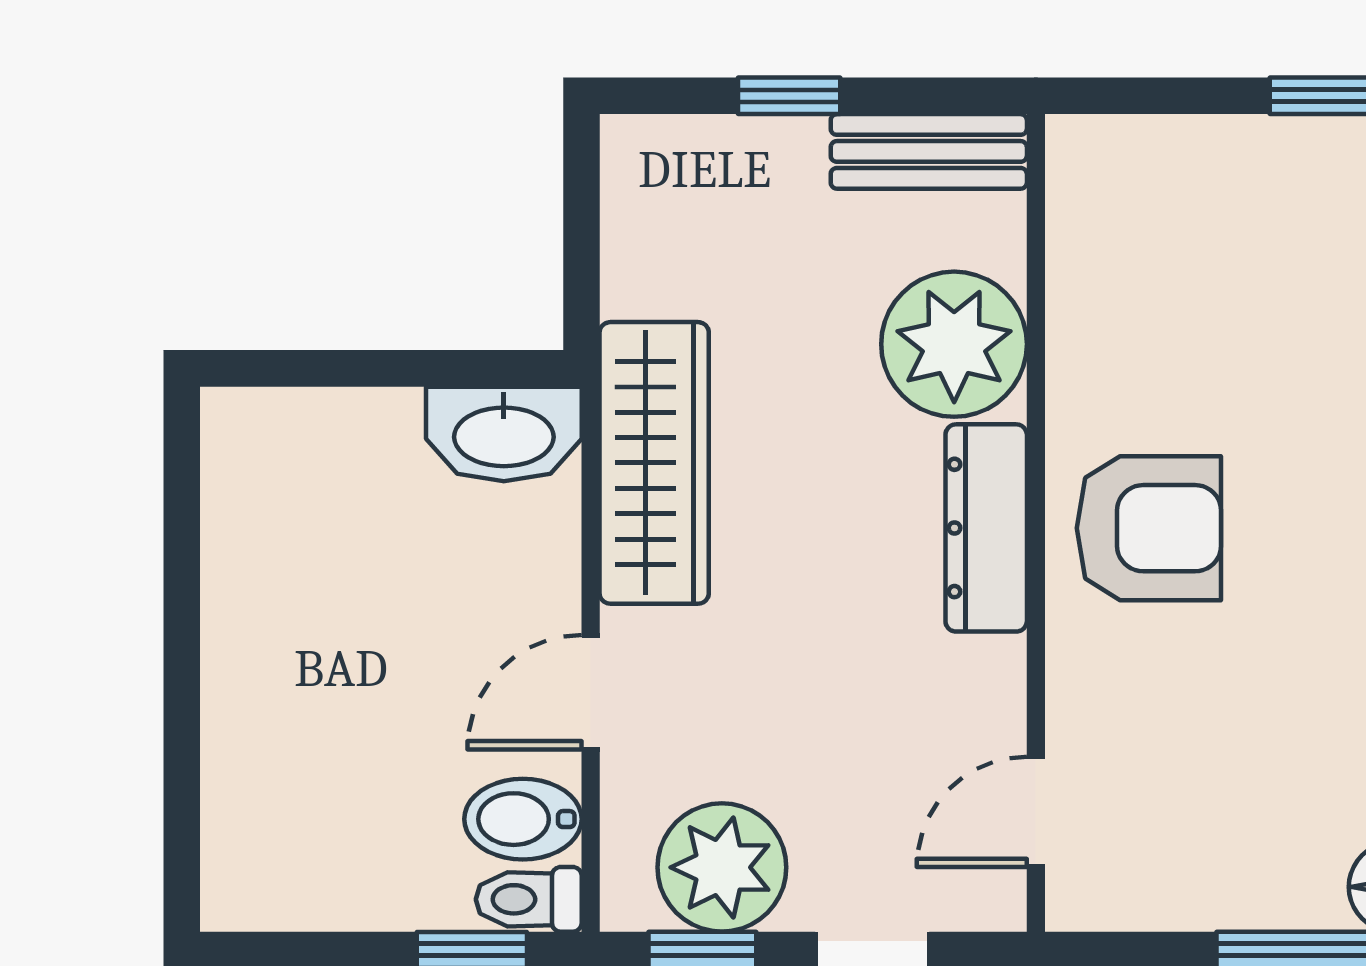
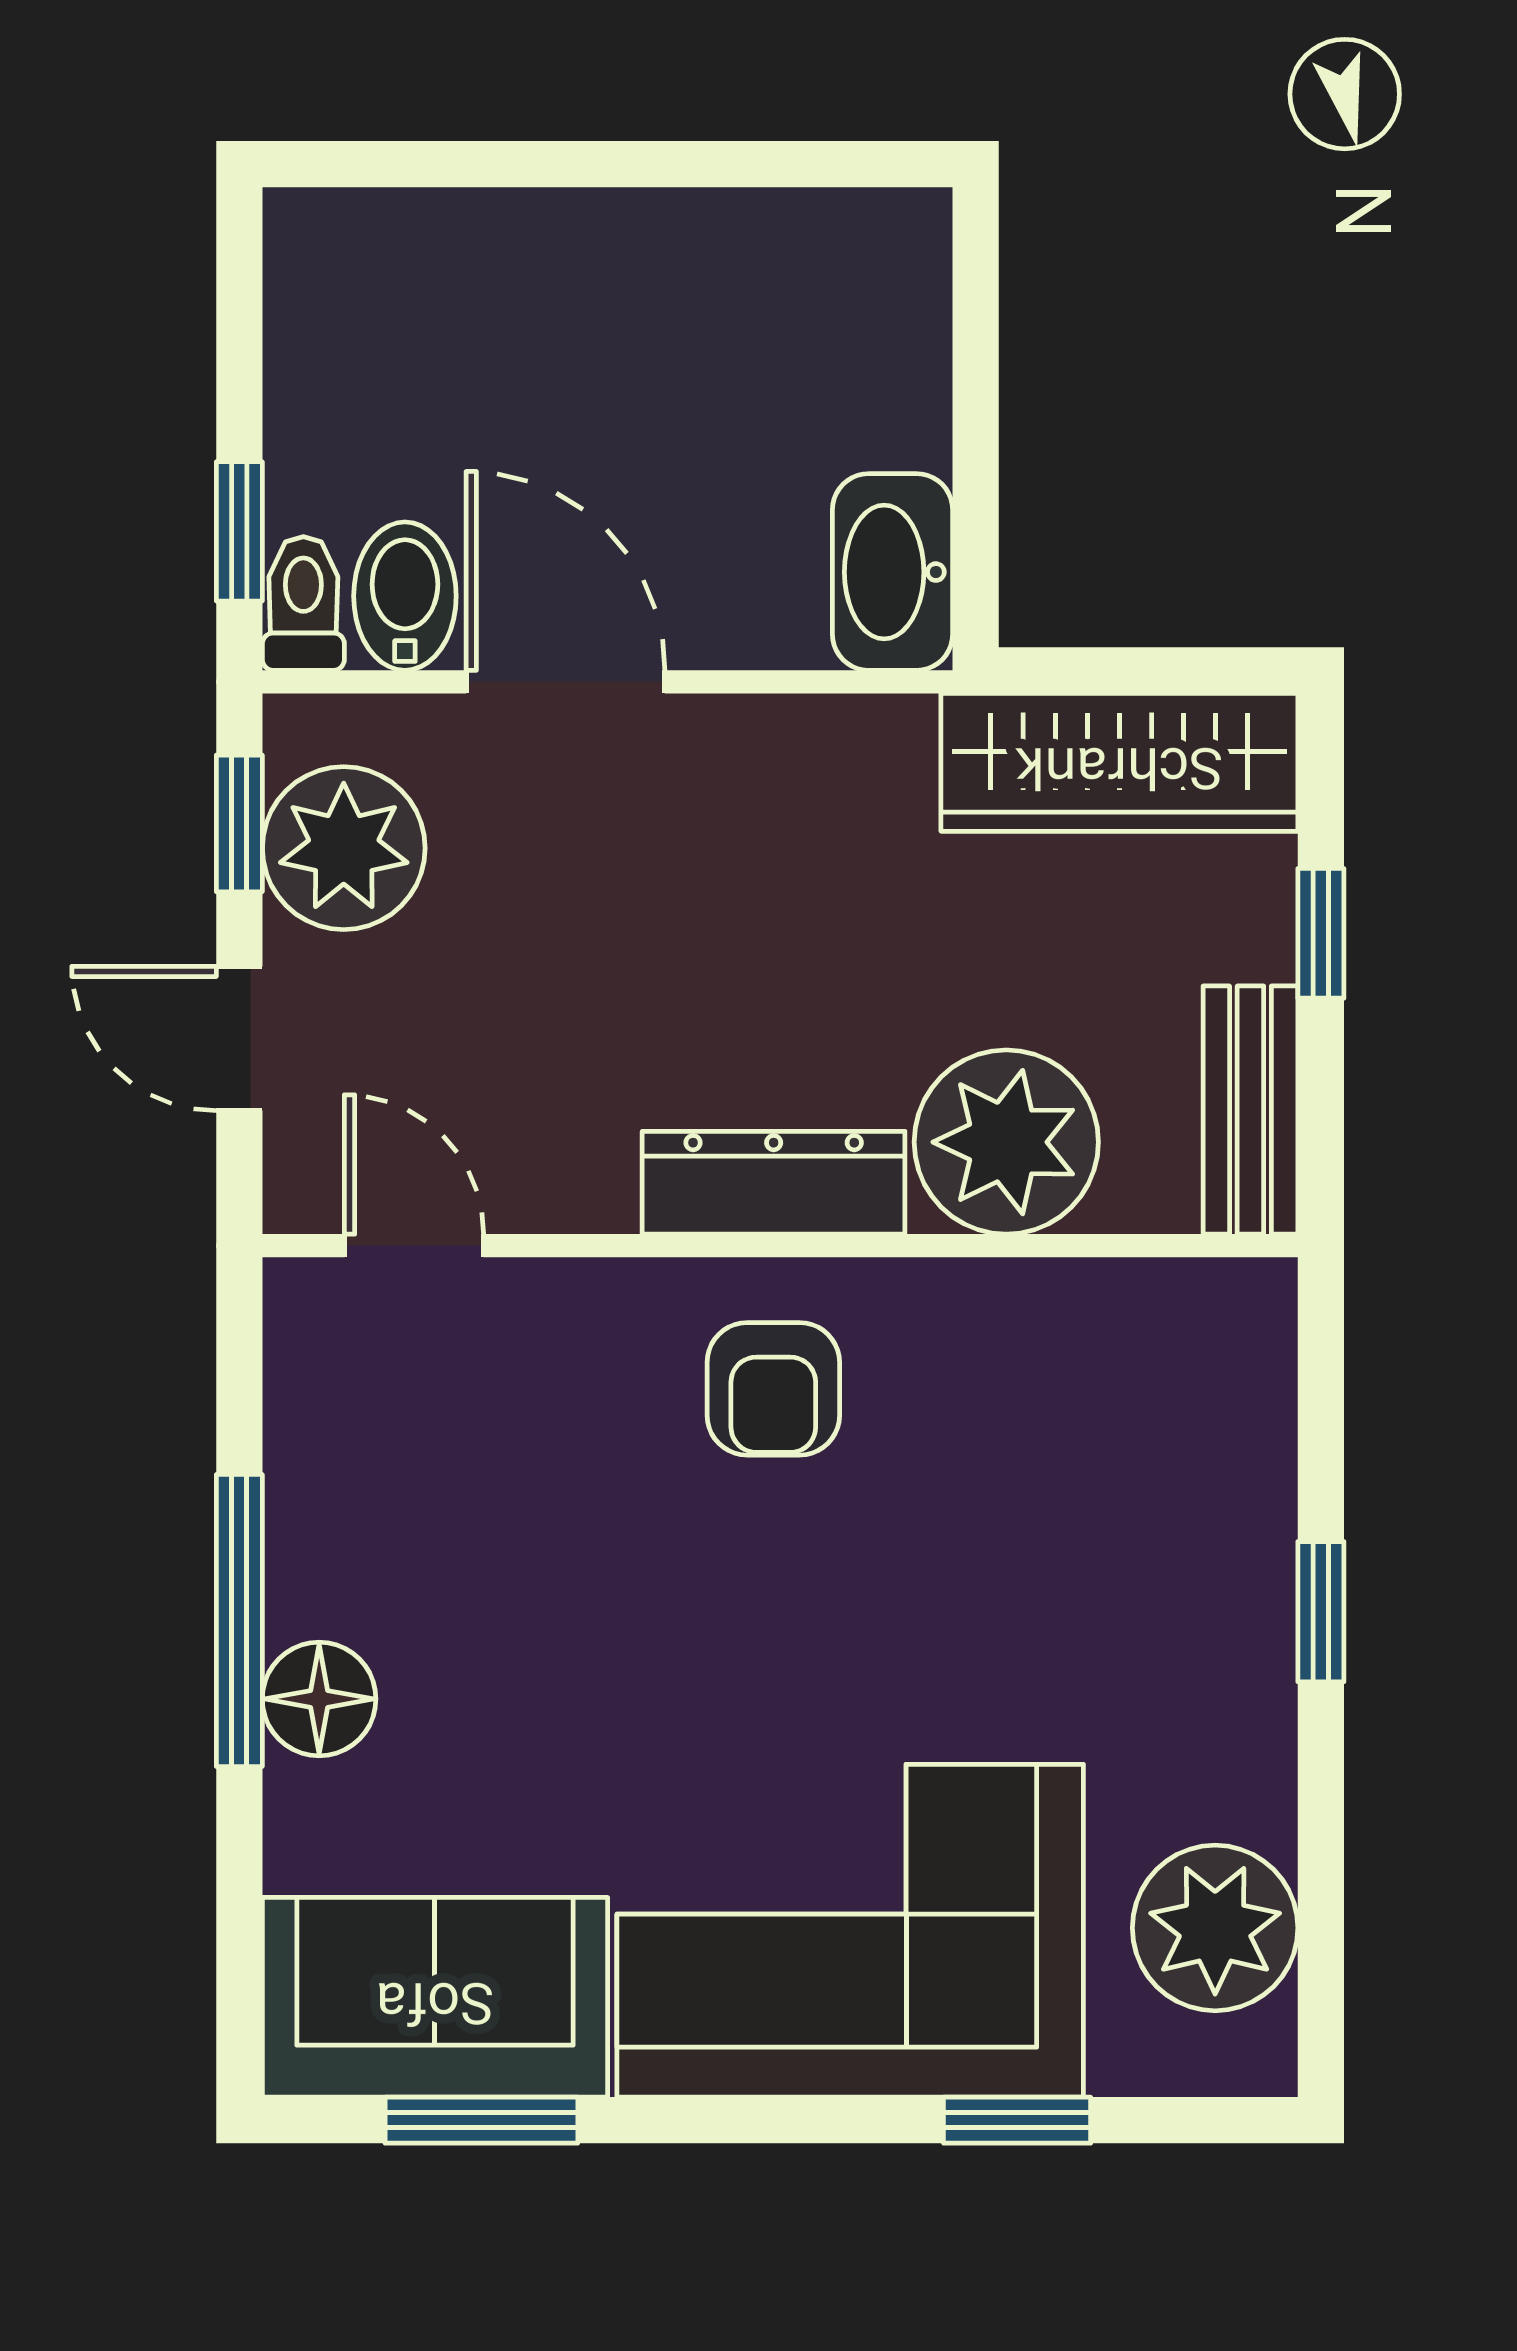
wardrobe: (654, 463) -> (1119, 762), moved
armchair: (1149, 528) -> (773, 1389), width x0.72, depth x0.72
door: (591, 692) -> (566, 682), width x1.38

